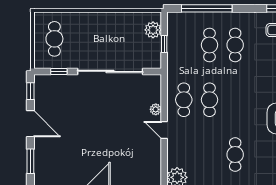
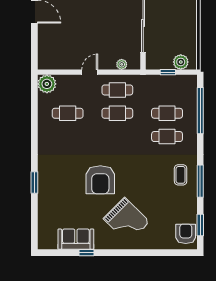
plant: (156, 109) -> (122, 64), moved
cafe table: (235, 155) -> (68, 113), moved

